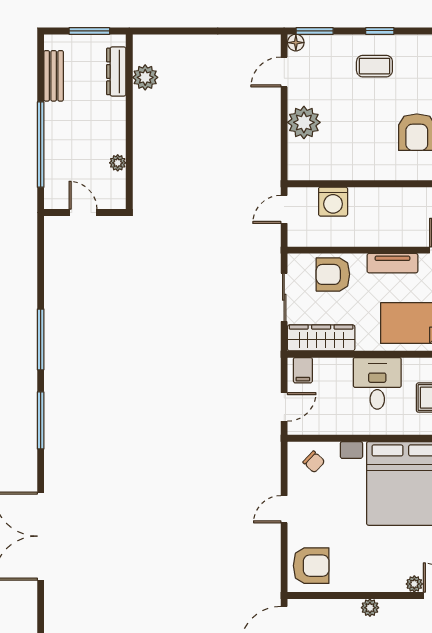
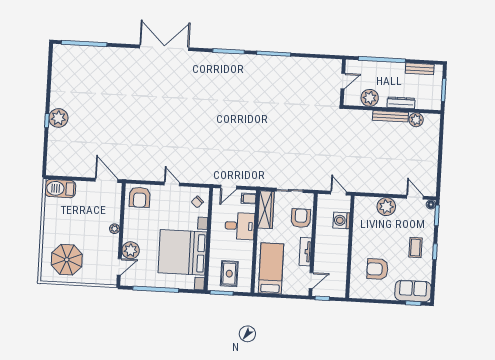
dresser: (116, 71) -> (401, 103), moved
bench: (141, 124) -> (390, 116), added
plant: (118, 163) -> (370, 98), width x1.88, depth x1.88
desk: (377, 383) -> (240, 226), moved
door: (284, 407) -> (229, 187), hinge flipped
plant: (414, 584) -> (131, 250), width x1.88, depth x1.88

